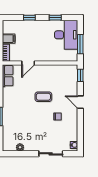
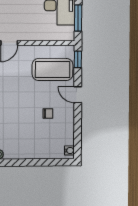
coffee table: (43, 97) -> (53, 70), moved, width x1.86, depth x1.72
sliding door: (51, 154) -> (39, 162), removed

